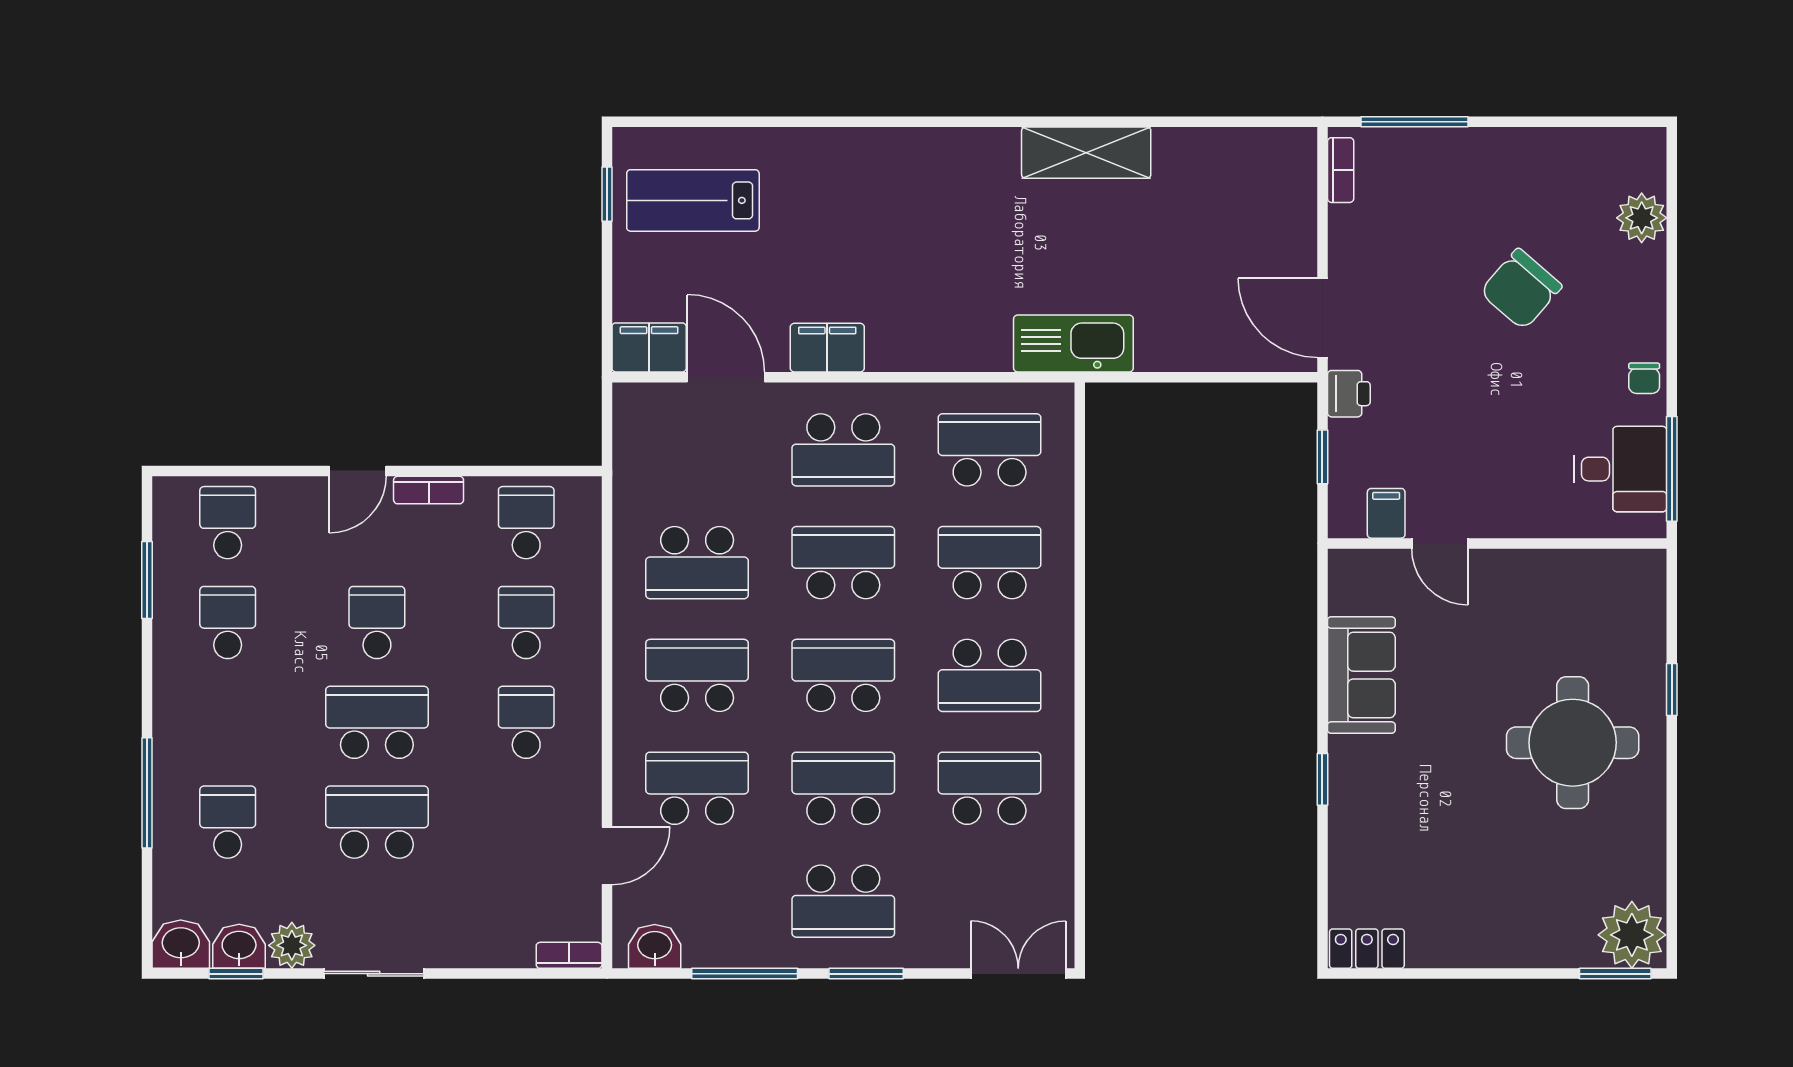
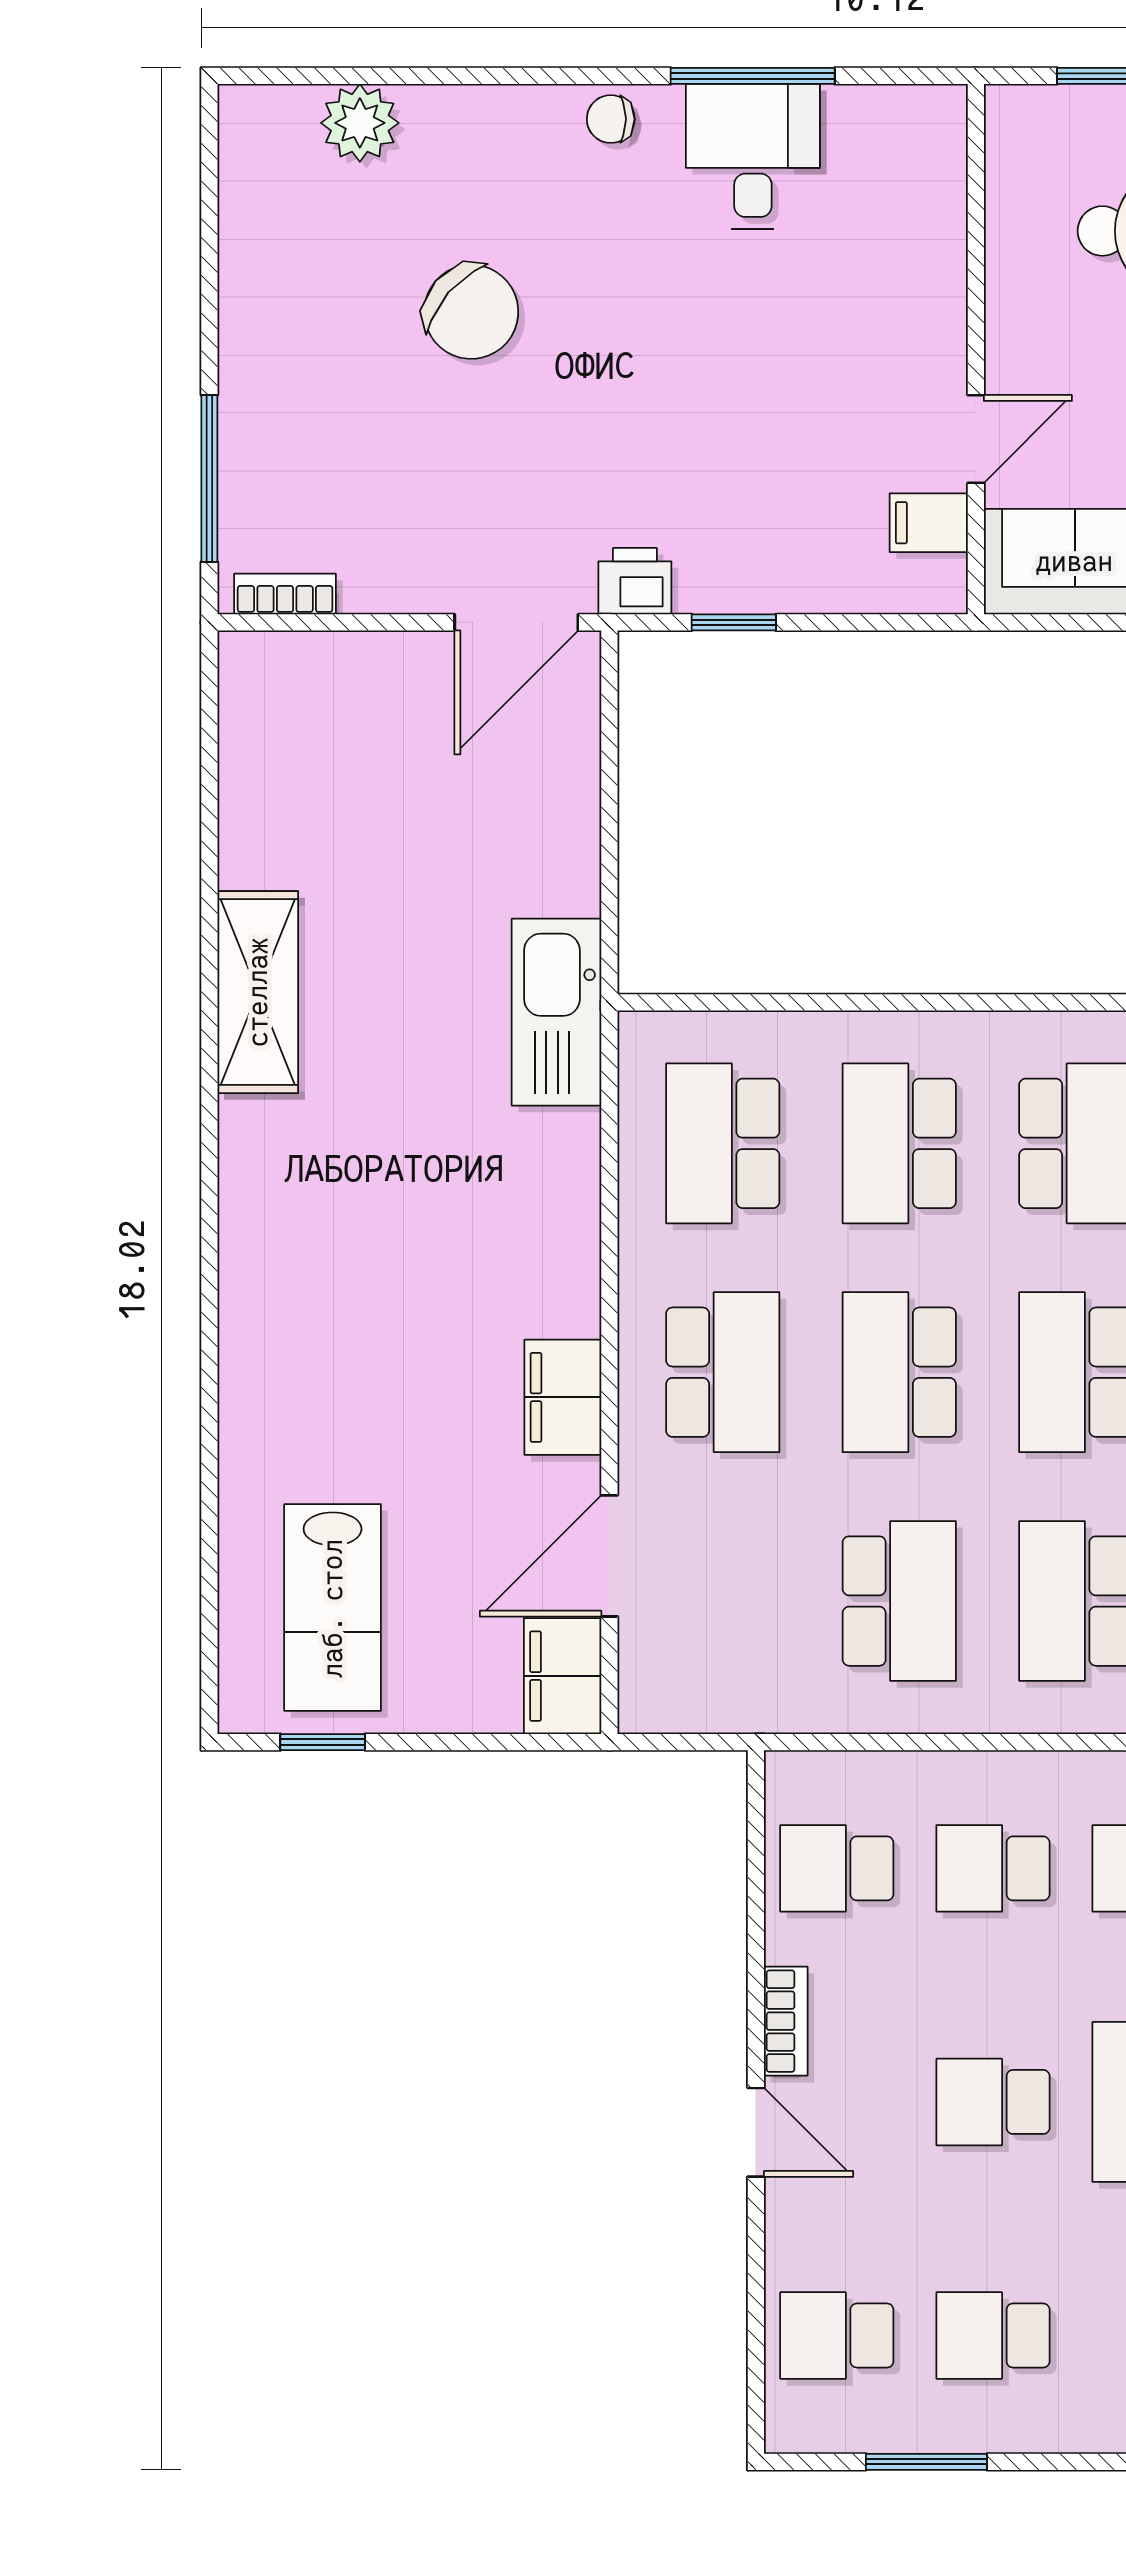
chair: (1644, 378) -> (611, 119), turned 180
filing cabinet: (1386, 513) -> (929, 523), moved
door: (1440, 543) -> (976, 439), moved
wall: (1497, 543) -> (976, 349), moved

